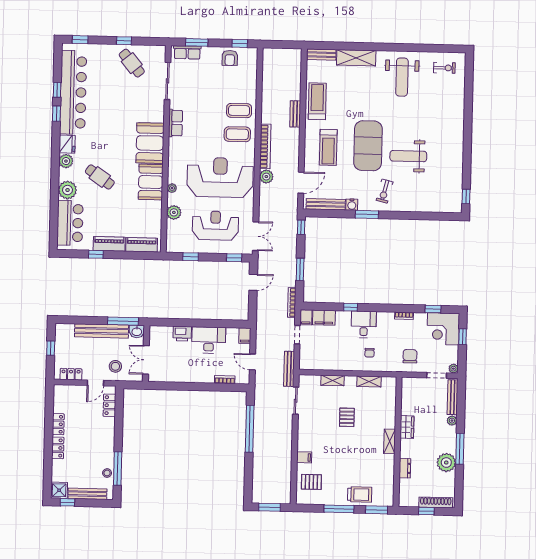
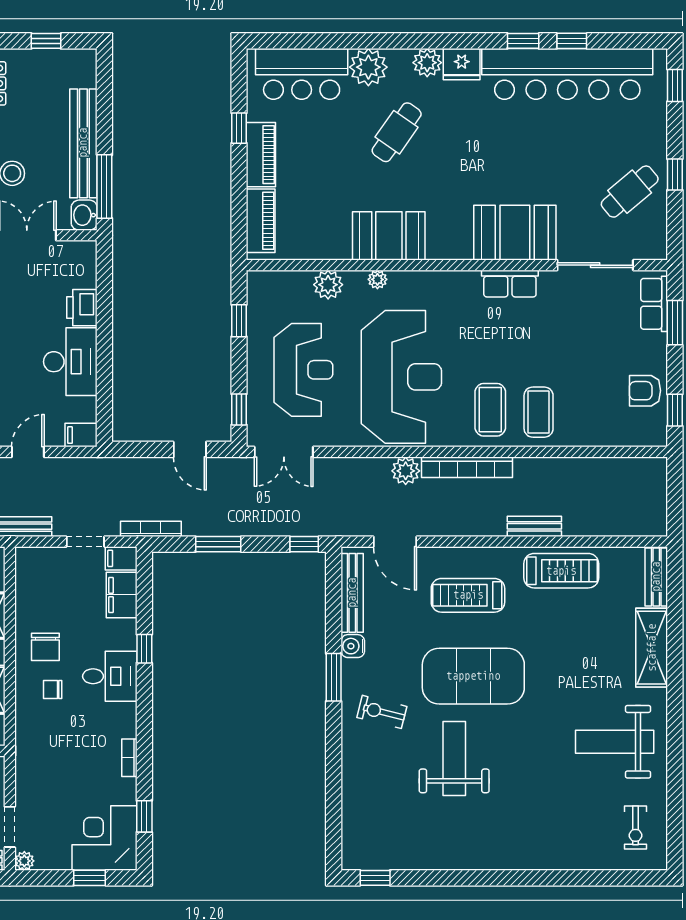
booth: (150, 143) -> (515, 233), moved
chair: (410, 356) -> (45, 647), moved, turned 90

